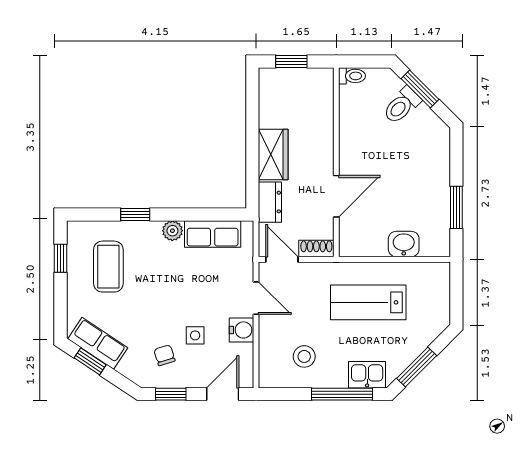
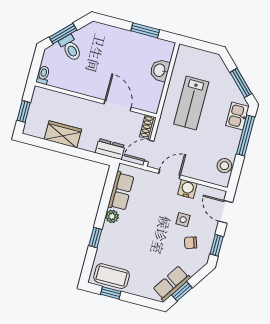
wardrobe: (273, 155) -> (63, 134), moved
coffee table: (108, 267) -> (112, 276), moved
stool: (304, 356) -> (224, 166), moved

